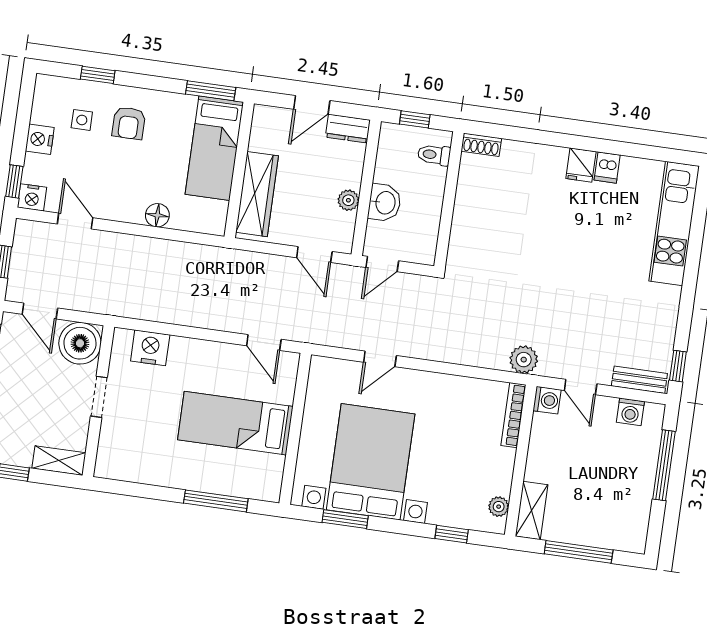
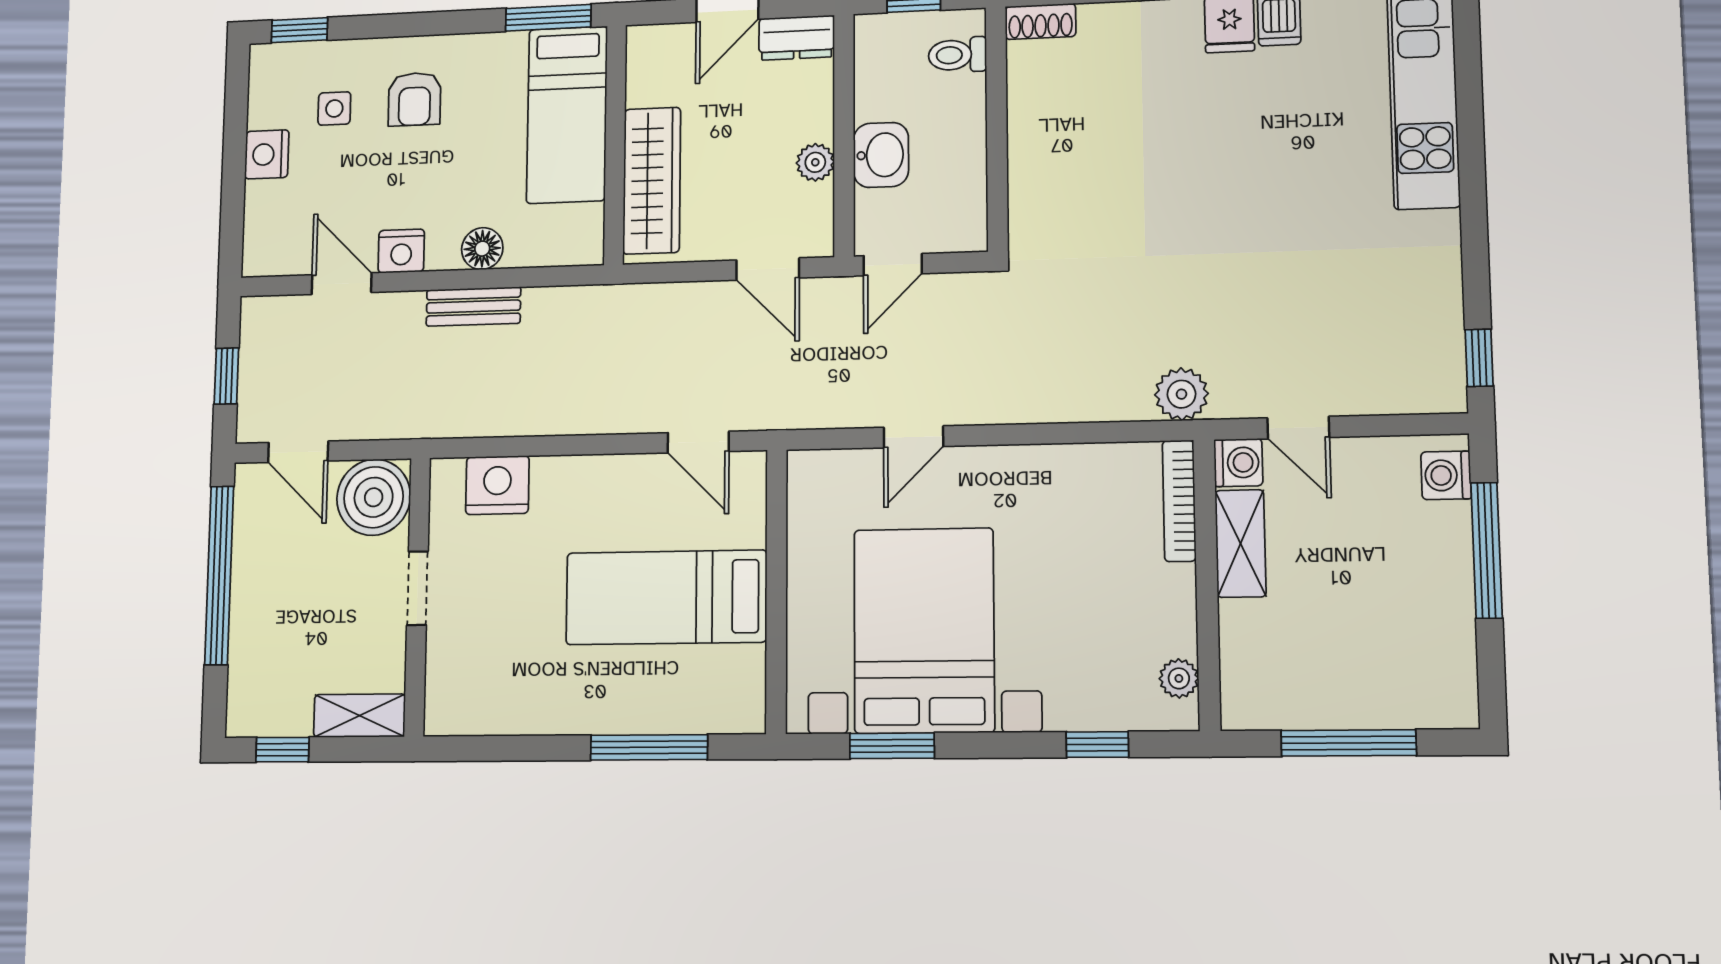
window: (98, 75) -> (299, 30), moved
window: (14, 181) -> (232, 234), removed
nightstand: (32, 197) -> (401, 251), moved
bench: (639, 380) -> (473, 307), moved
washing machine: (630, 412) -> (1446, 475), moved, turned 90
shelving: (532, 510) -> (1240, 544), moved

